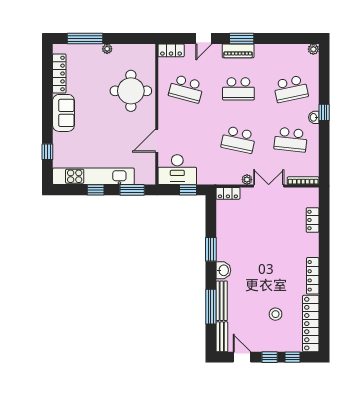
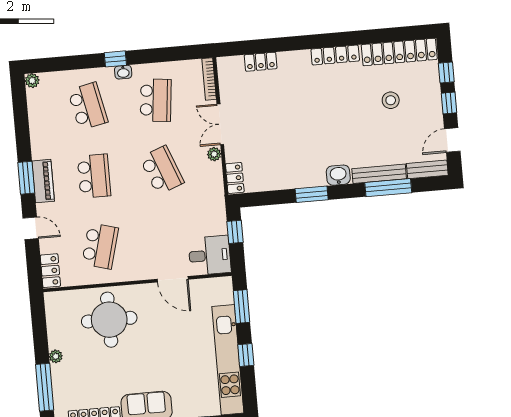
school desk: (238, 140) -> (162, 170), turned -33
desk: (177, 170) -> (210, 255), width x0.73

